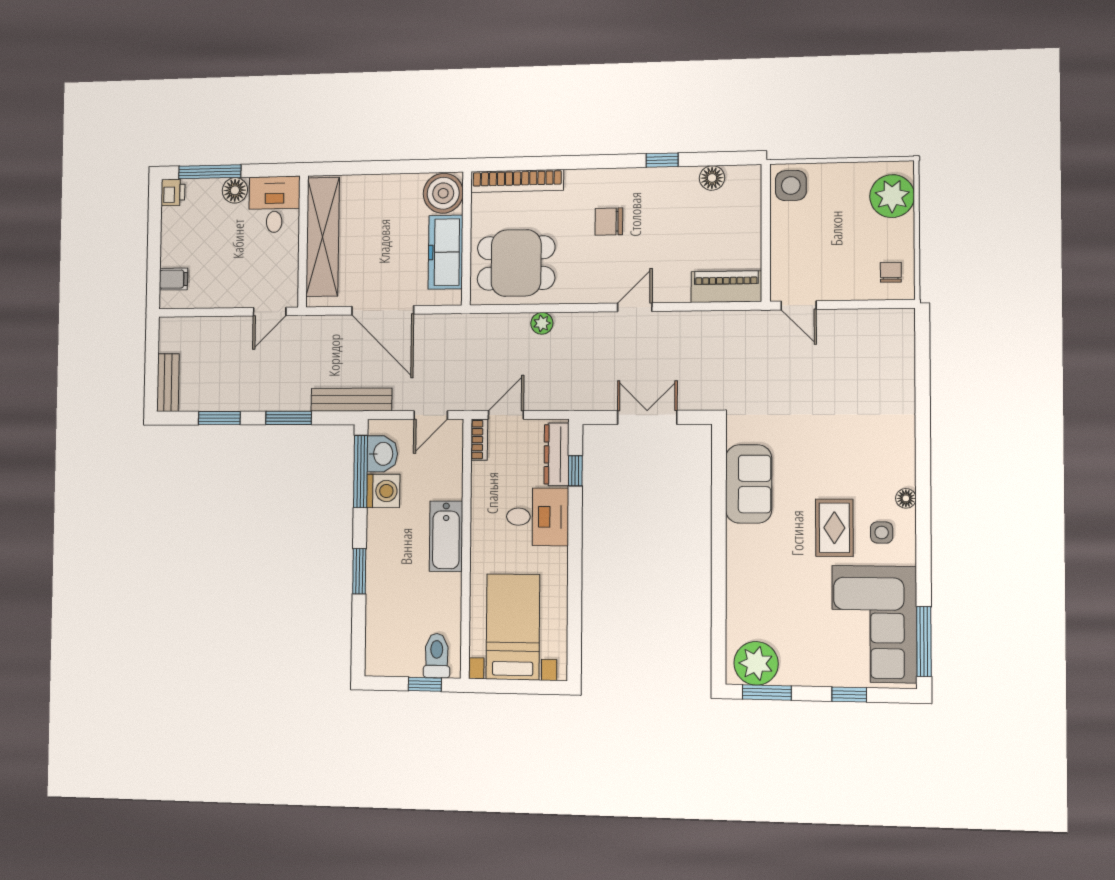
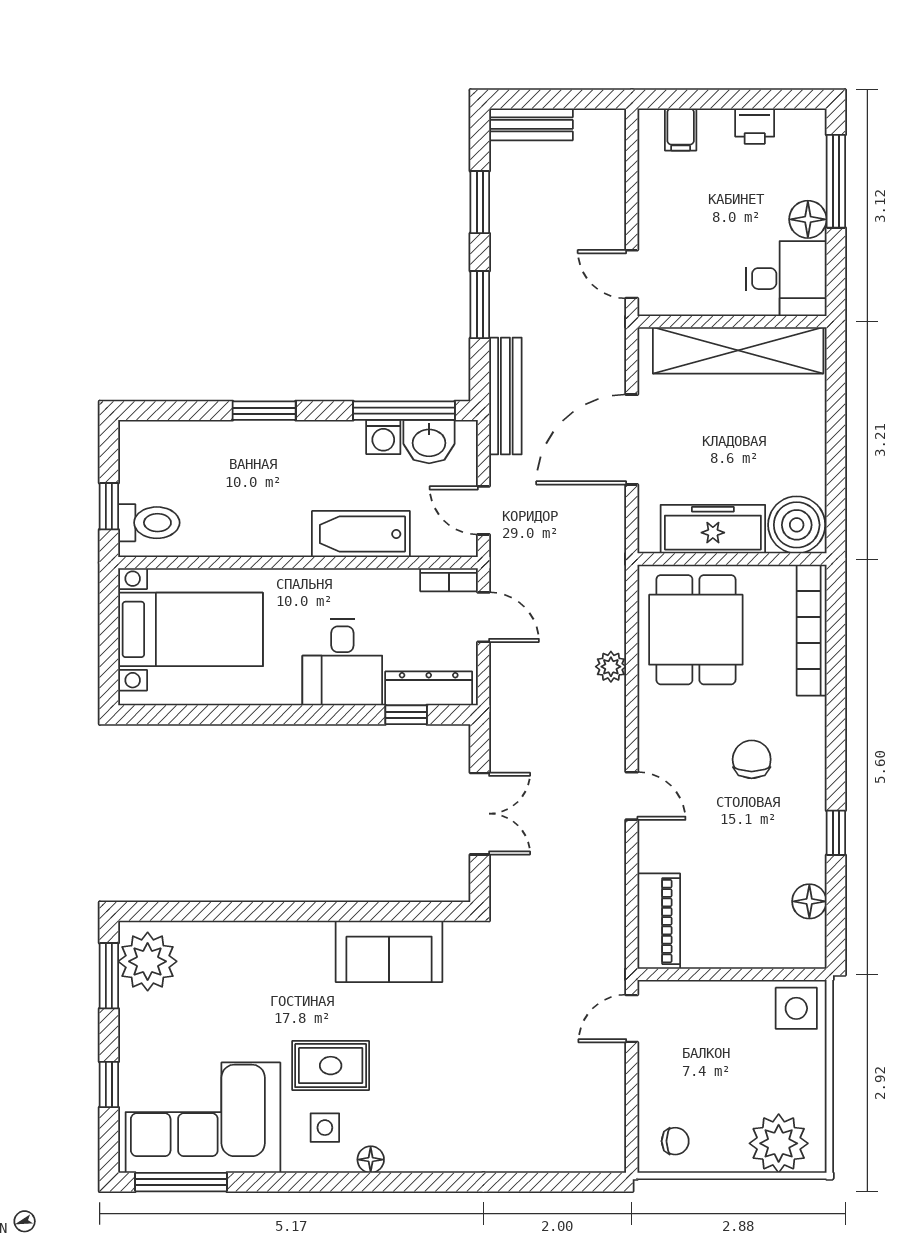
printer: (173, 192) -> (755, 126), moved
washing machine: (383, 491) -> (383, 437), width x0.73, depth x0.73
bathtub: (446, 536) -> (361, 534), moved

